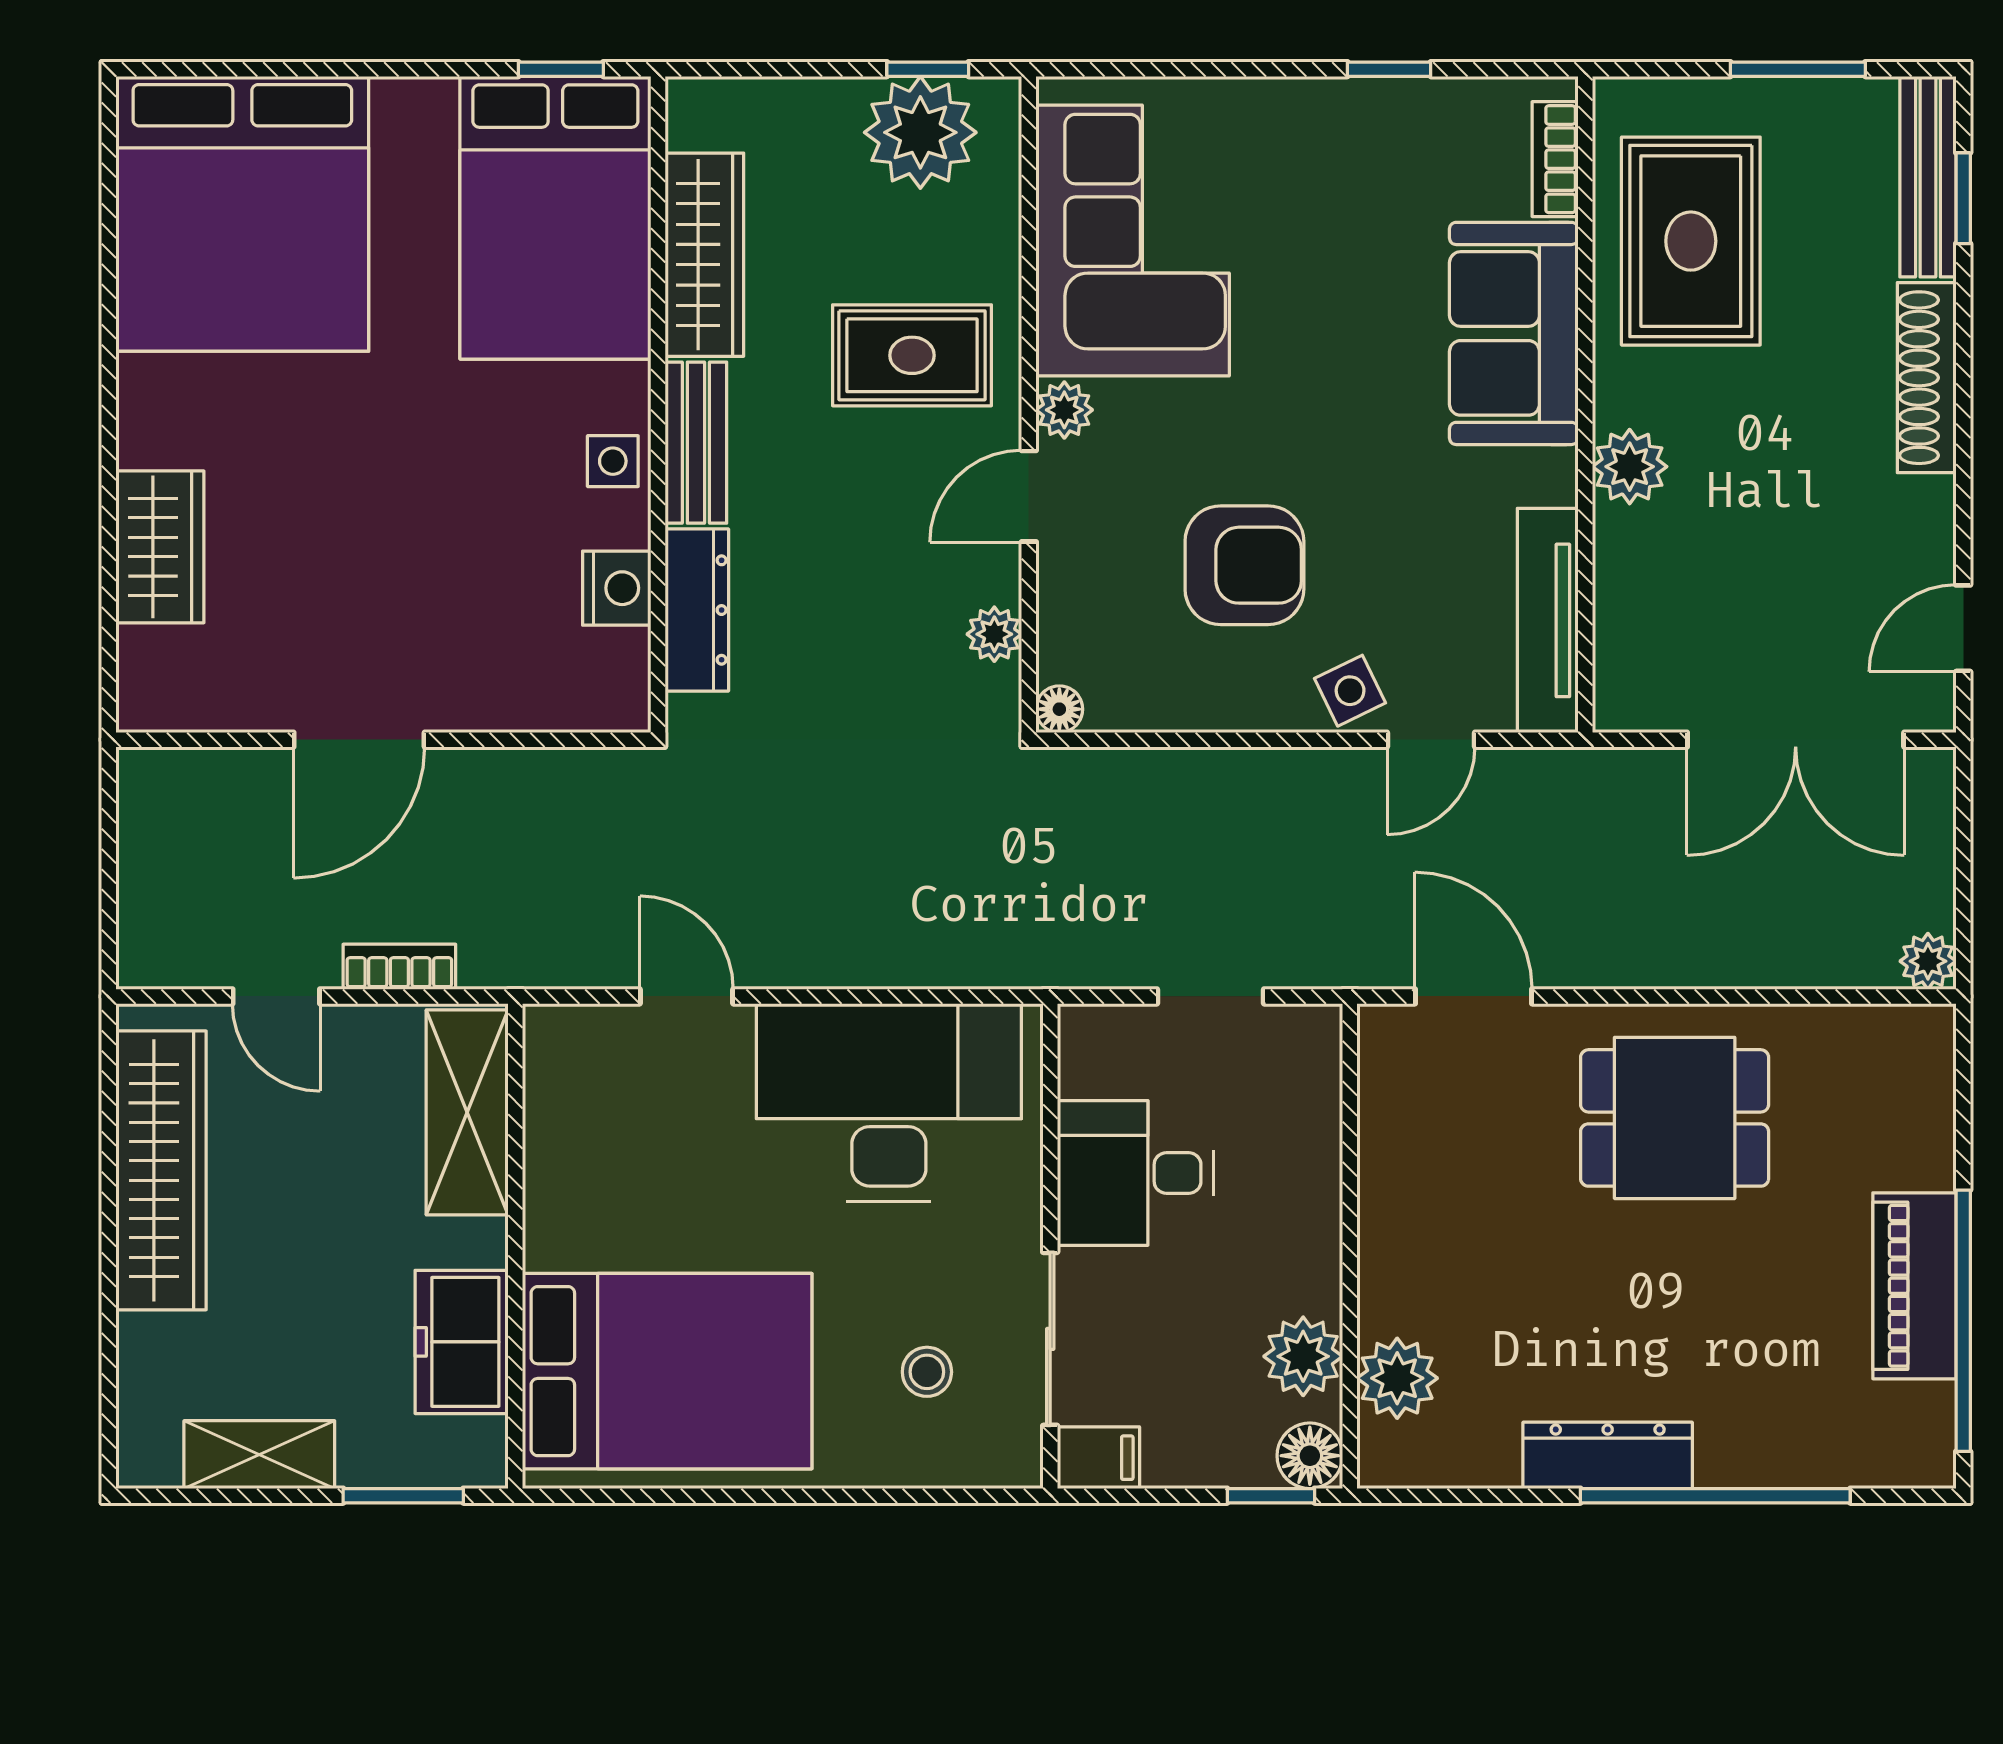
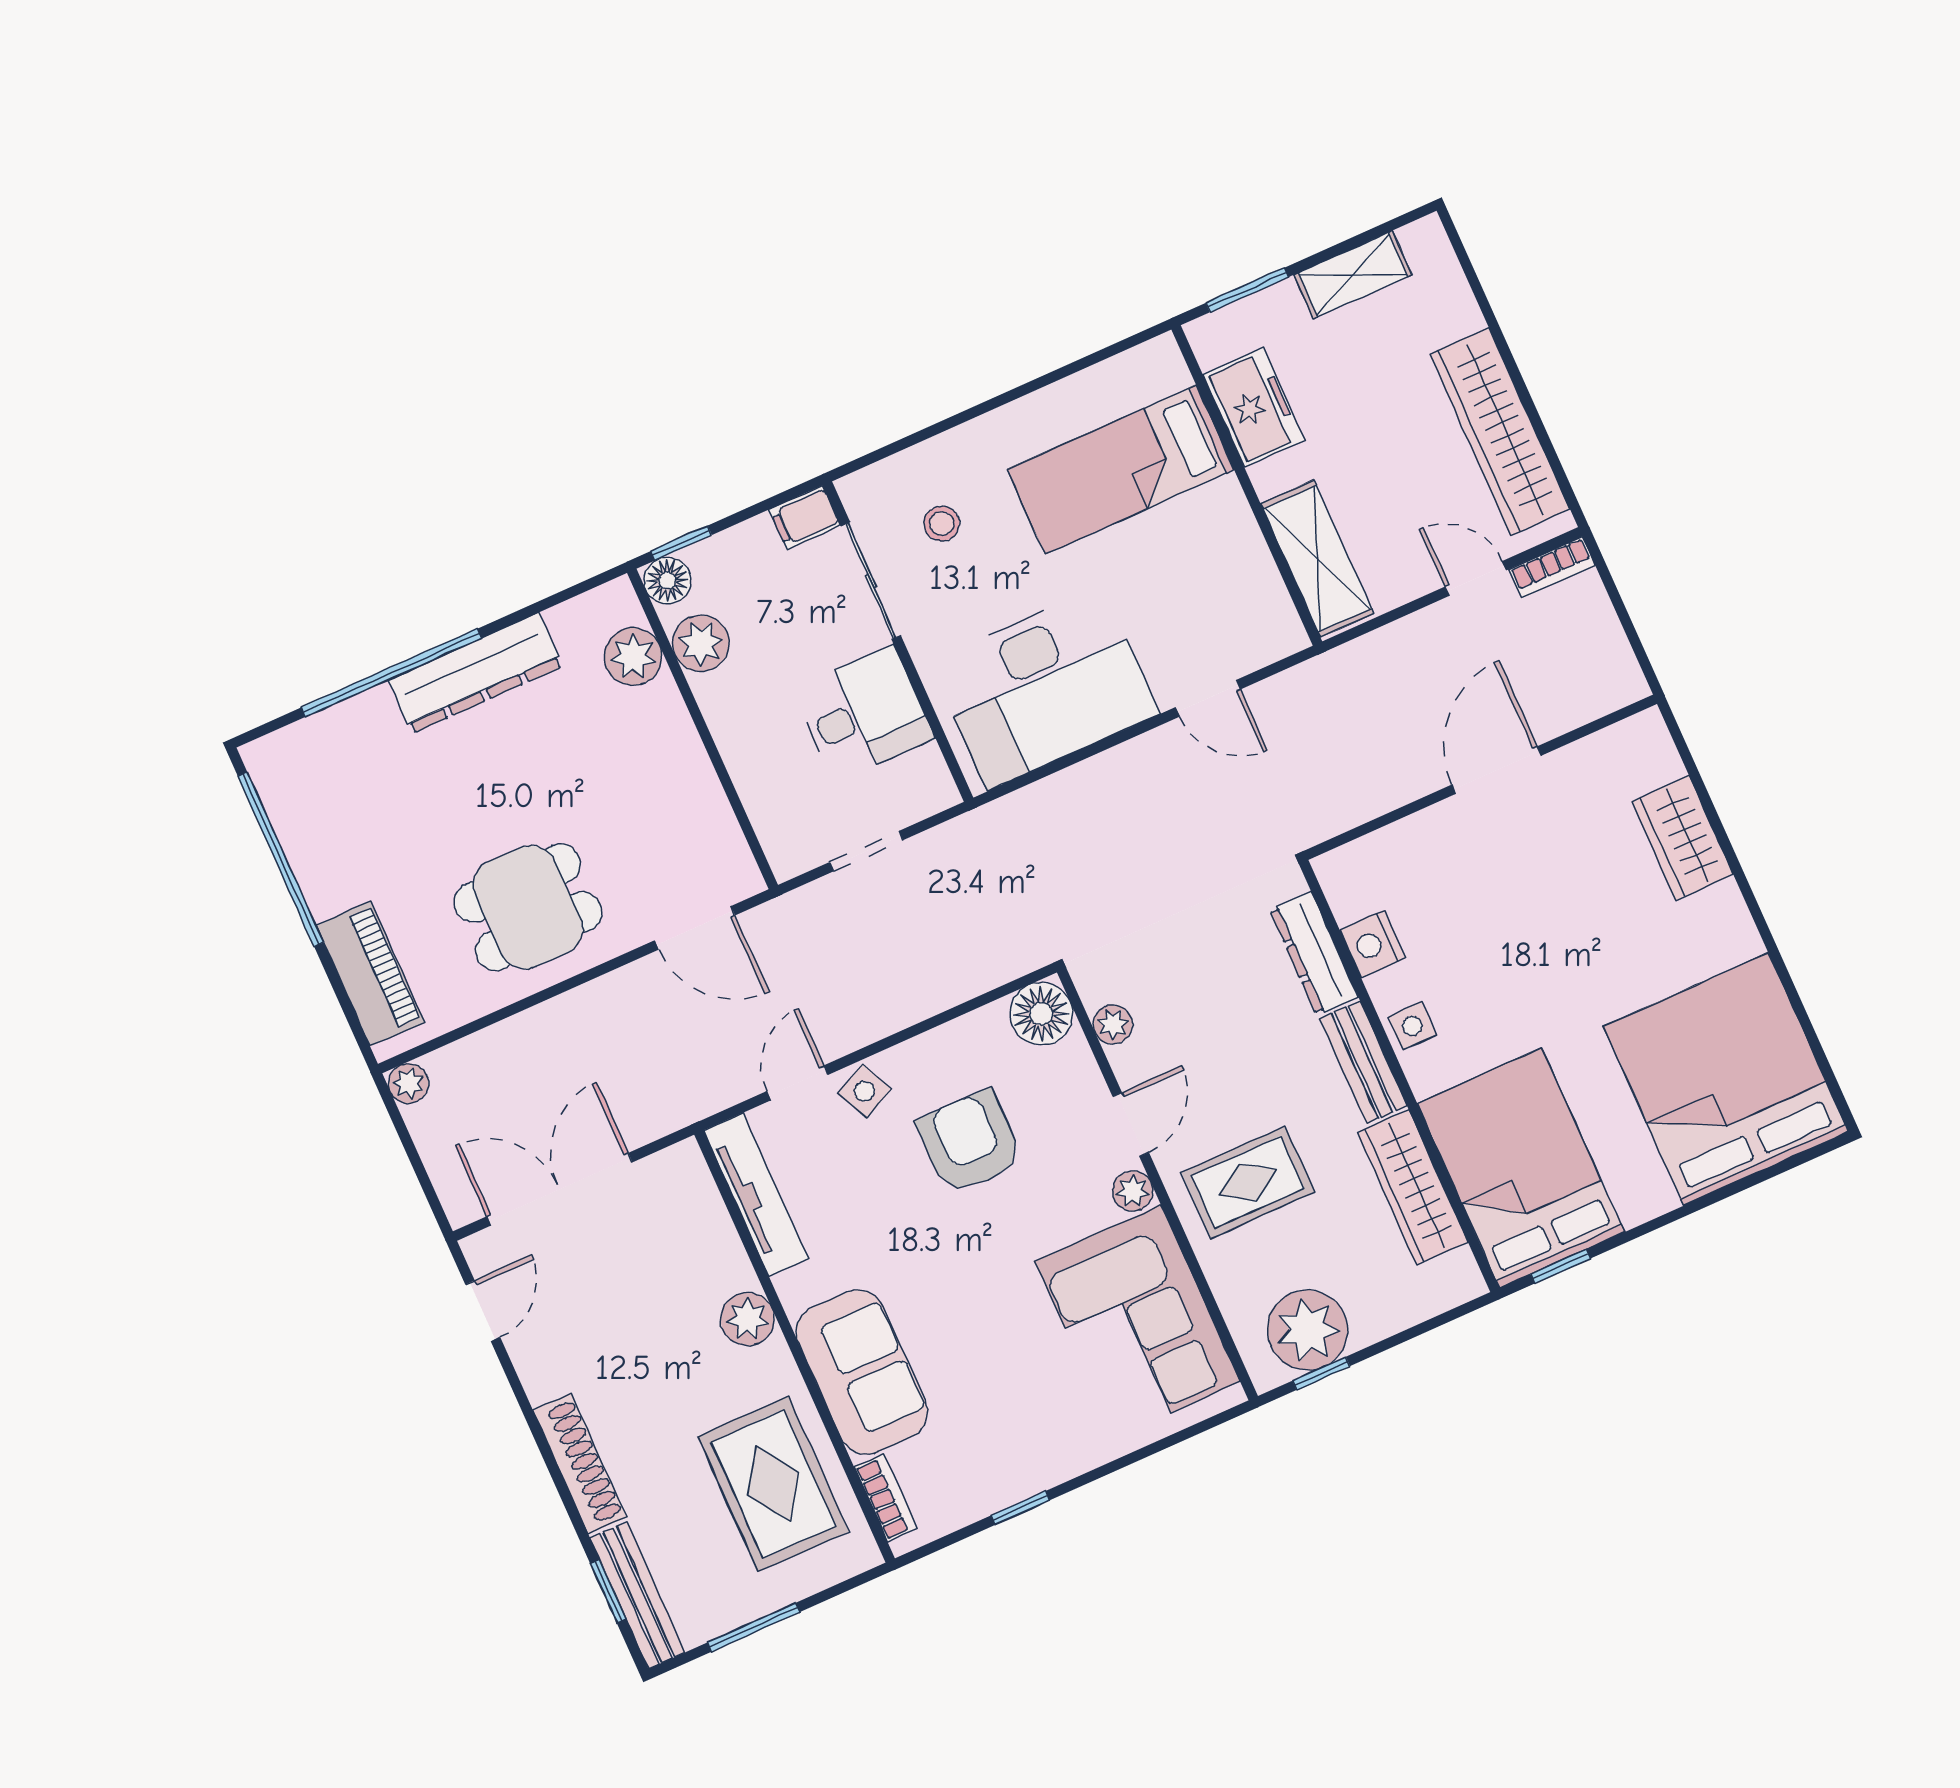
armchair: (1244, 565) -> (970, 1142), turned 90
floor lamp: (1059, 709) -> (1041, 1014), width x1.89, depth x1.89
bookcase: (399, 967) -> (1552, 568), moved
piano: (1914, 1286) -> (370, 974), moved
bed: (667, 1371) -> (1121, 469), width x0.67
dresser: (1608, 1455) -> (476, 673), width x1.37, depth x1.24

